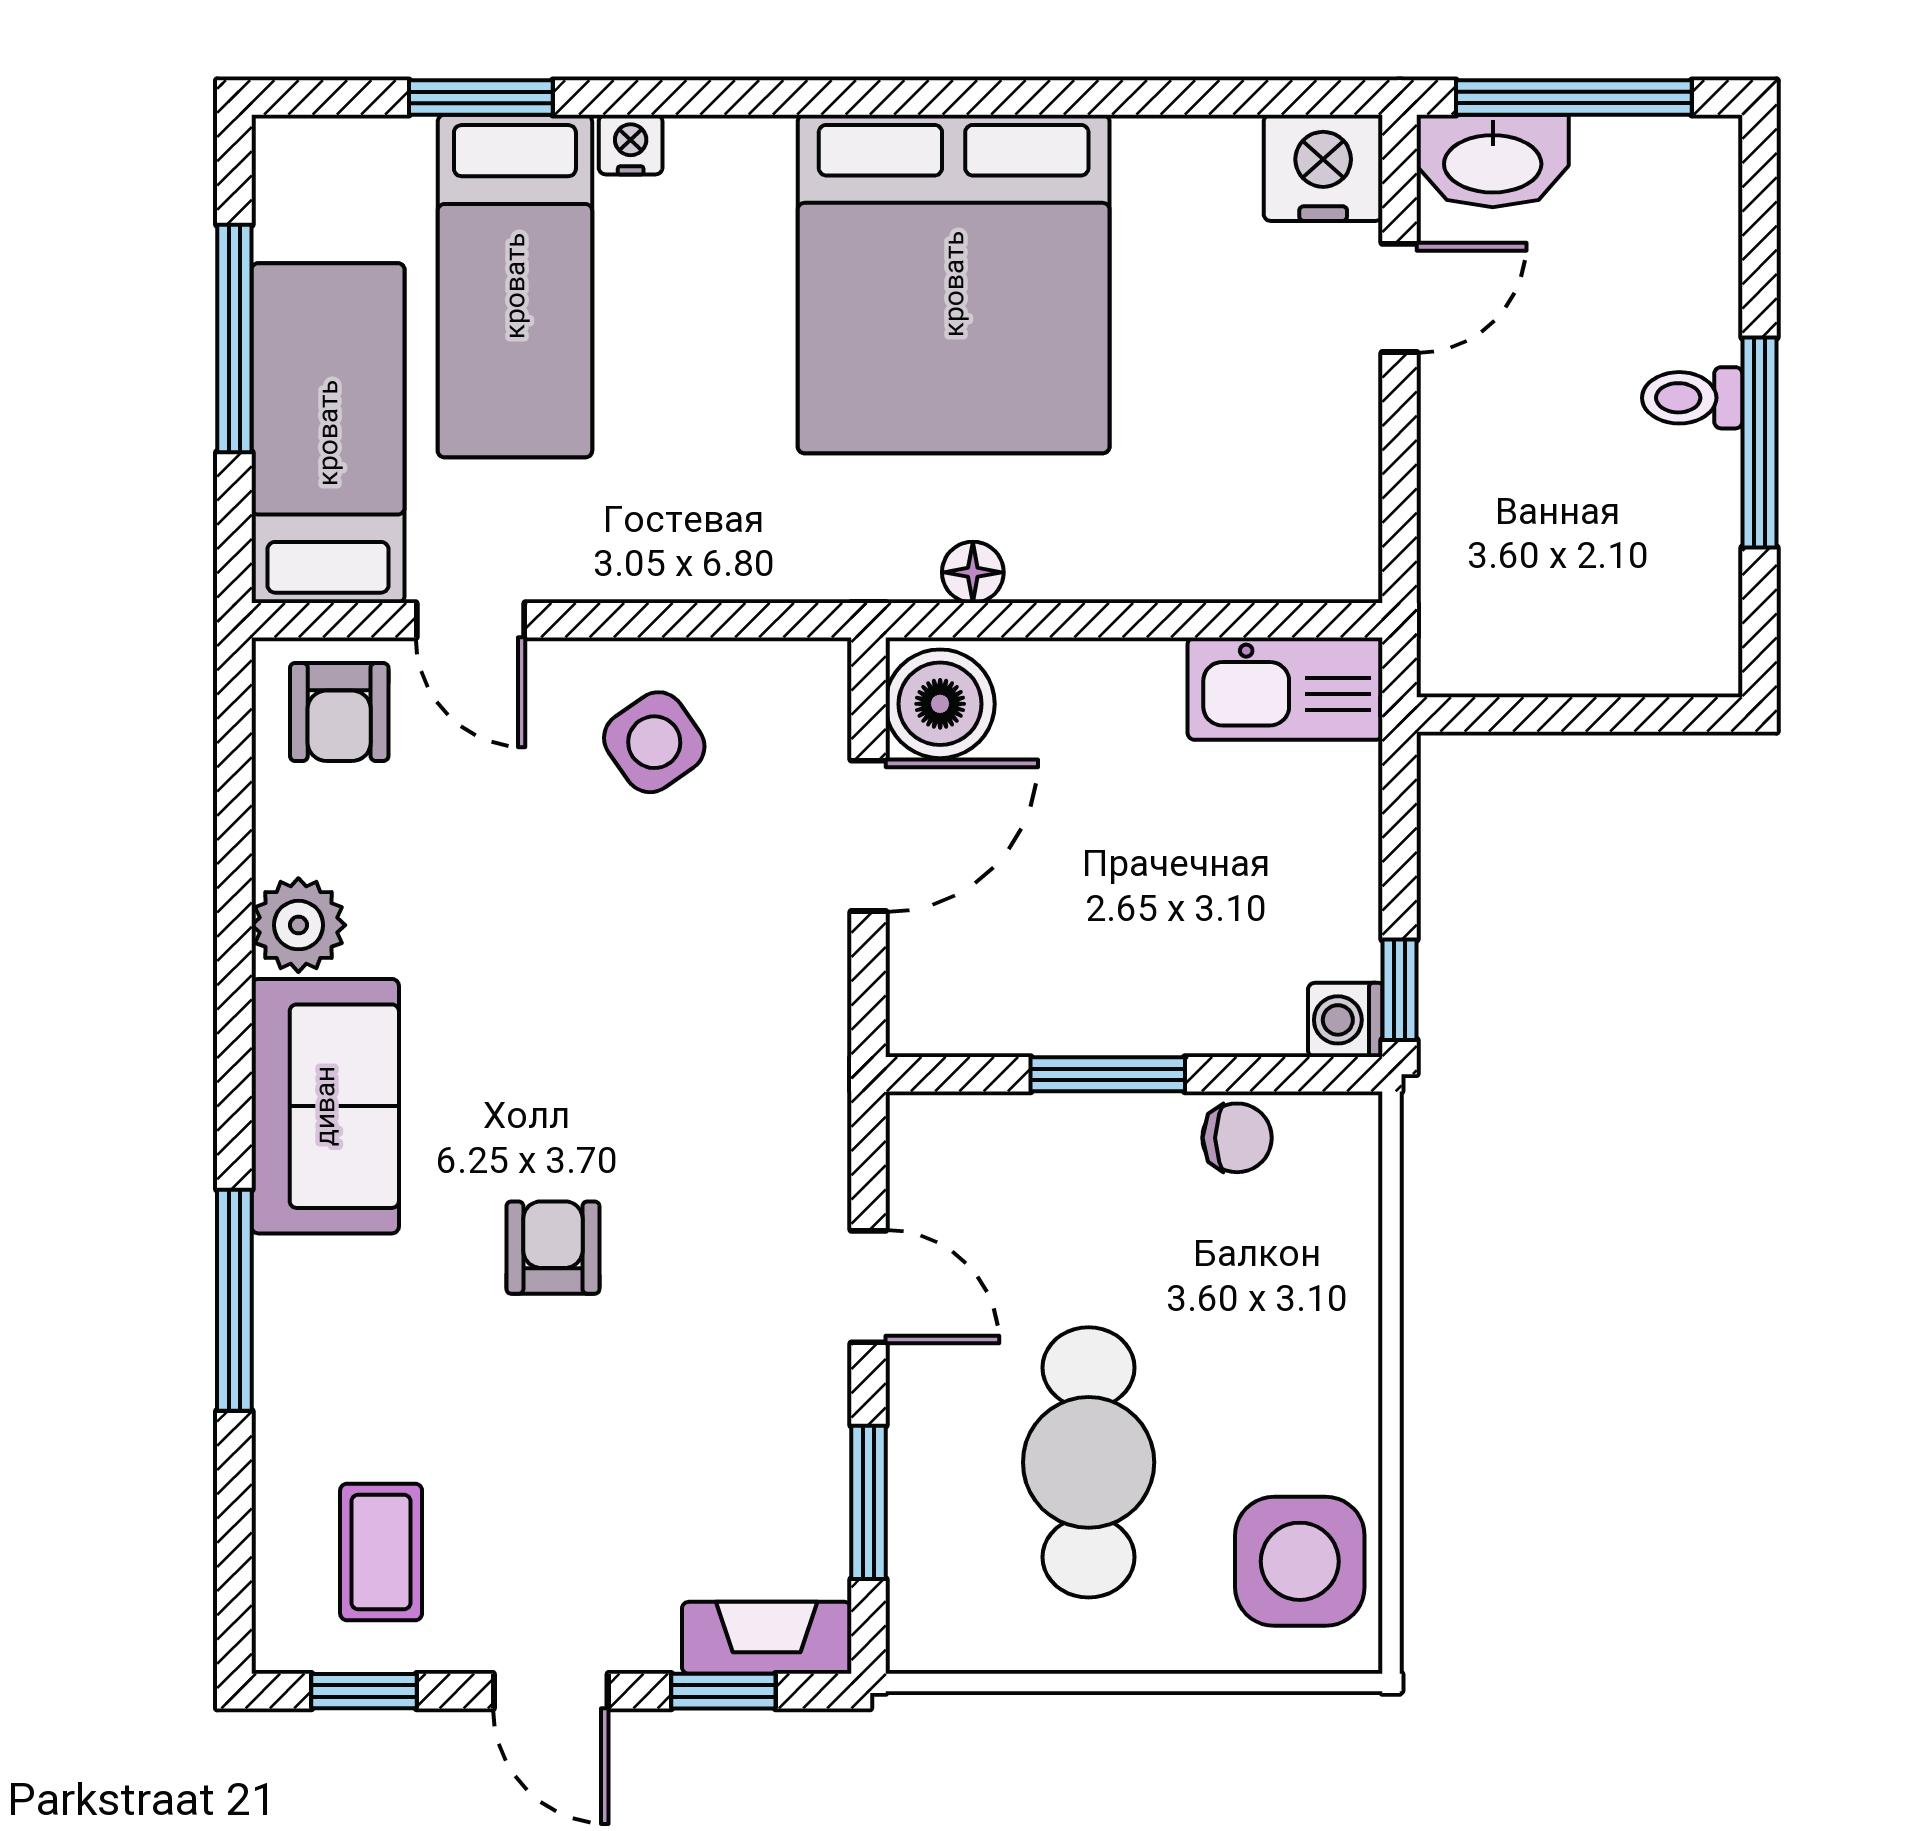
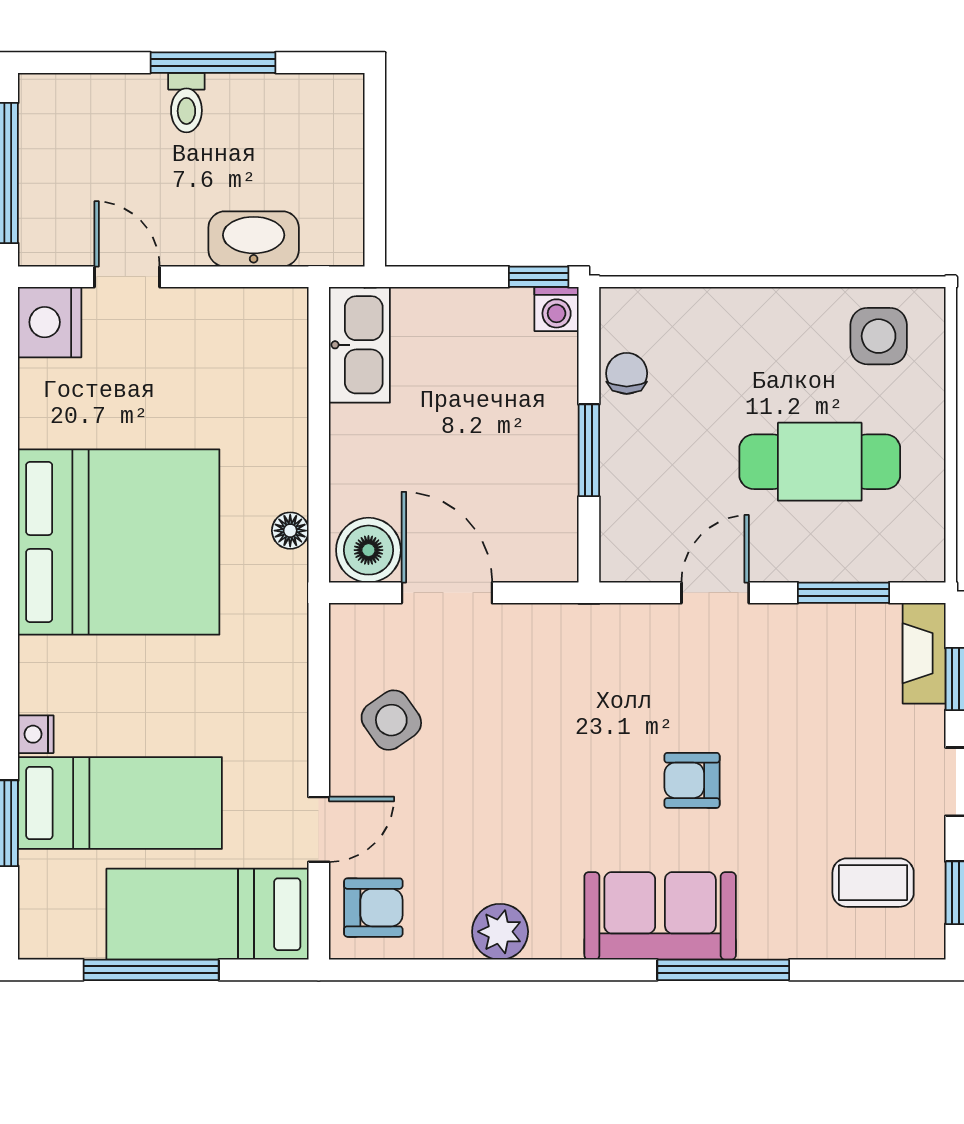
washbasin: (1493, 161) -> (254, 239), moved, turned -90
sofa: (325, 1106) -> (660, 916), moved
side table: (1300, 1561) -> (879, 336), width x0.73, depth x0.73

